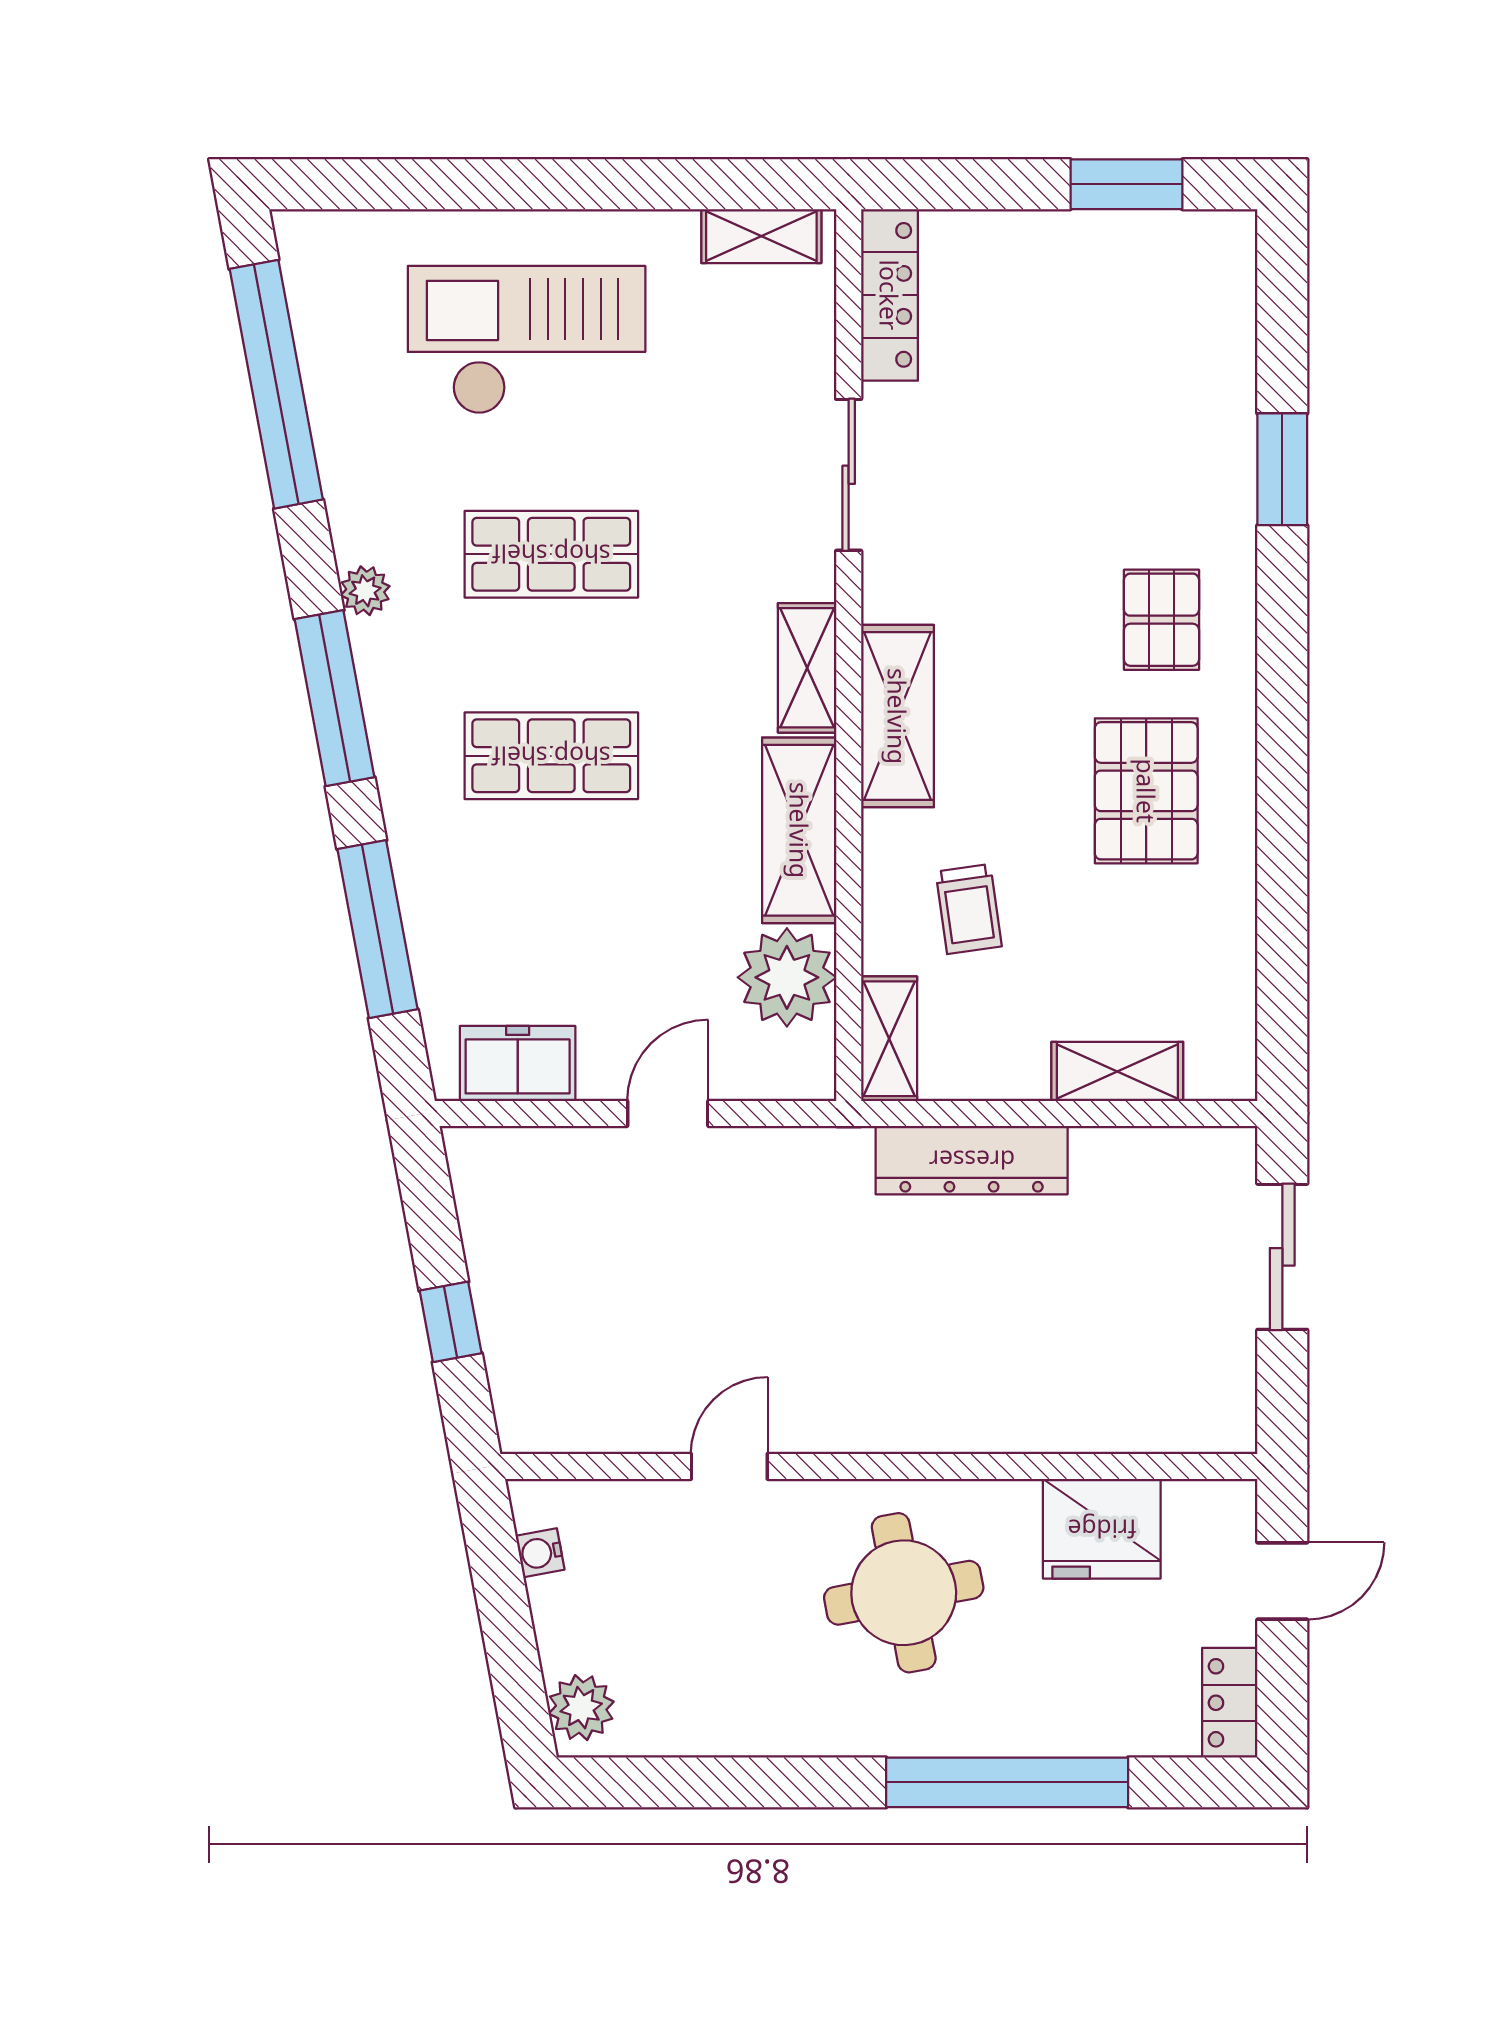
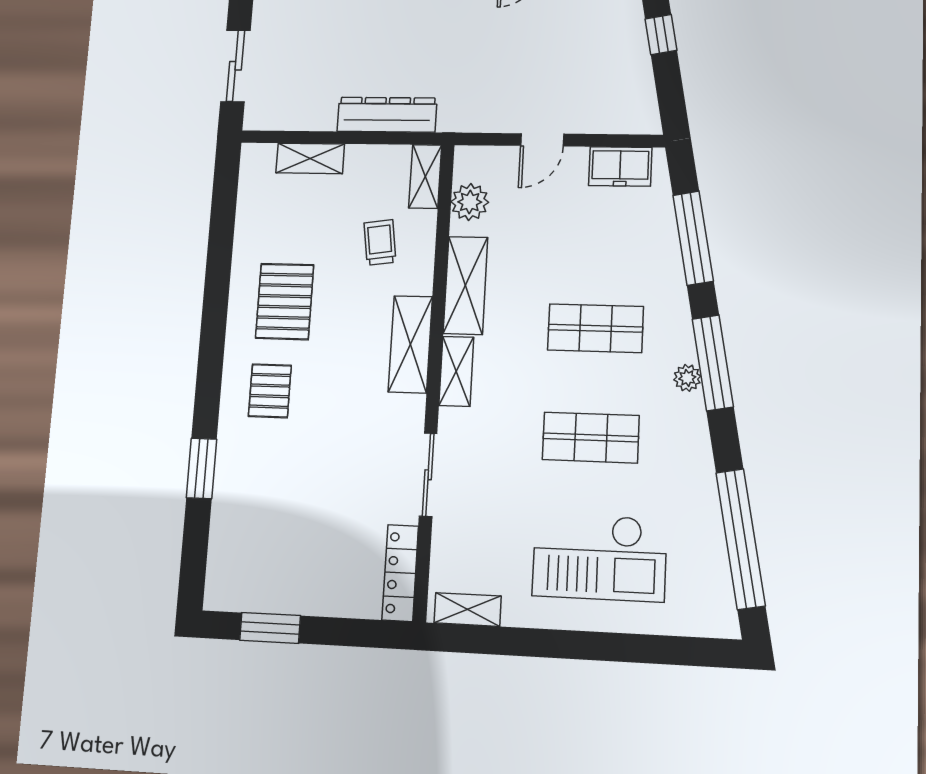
plant: (365, 591) -> (687, 378), moved
plant: (787, 977) -> (470, 202), width x0.73, depth x0.73

